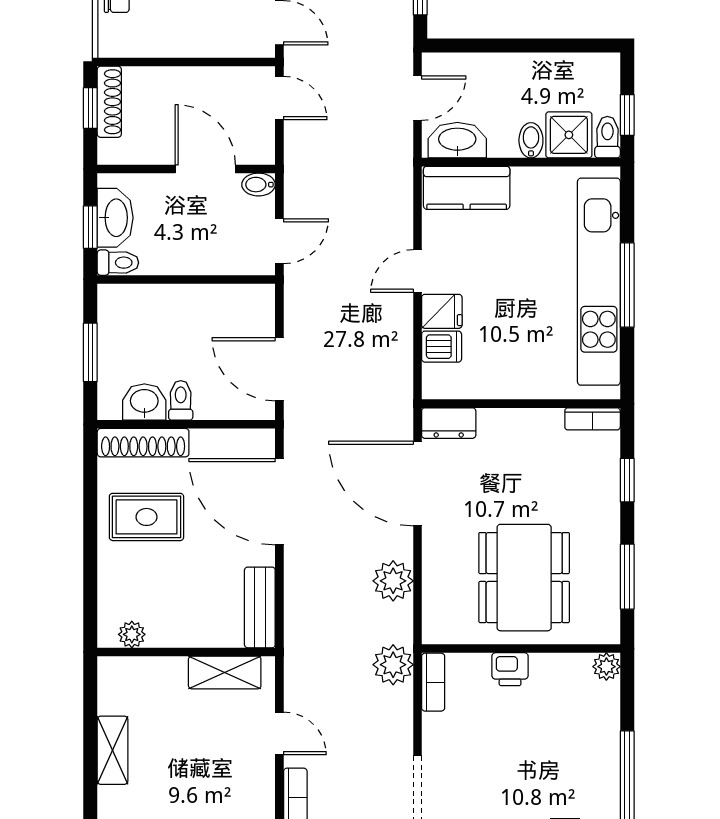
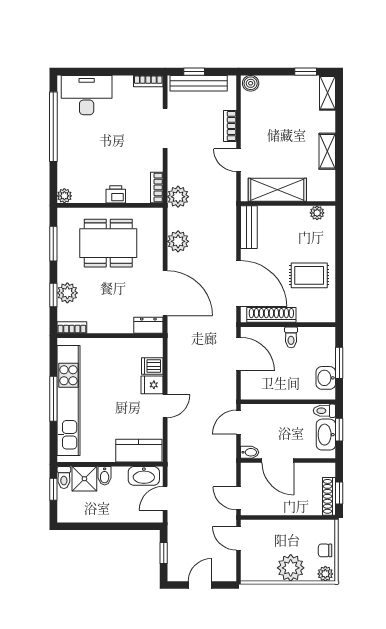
washbasin: (144, 402) -> (326, 378), moved, turned 90
shoe rack: (143, 443) -> (271, 315), moved
plant: (601, 484) -> (67, 293), added
dining table: (524, 578) -> (108, 243), turned 90
shelving: (225, 673) -> (277, 190), width x1.50, depth x1.33

